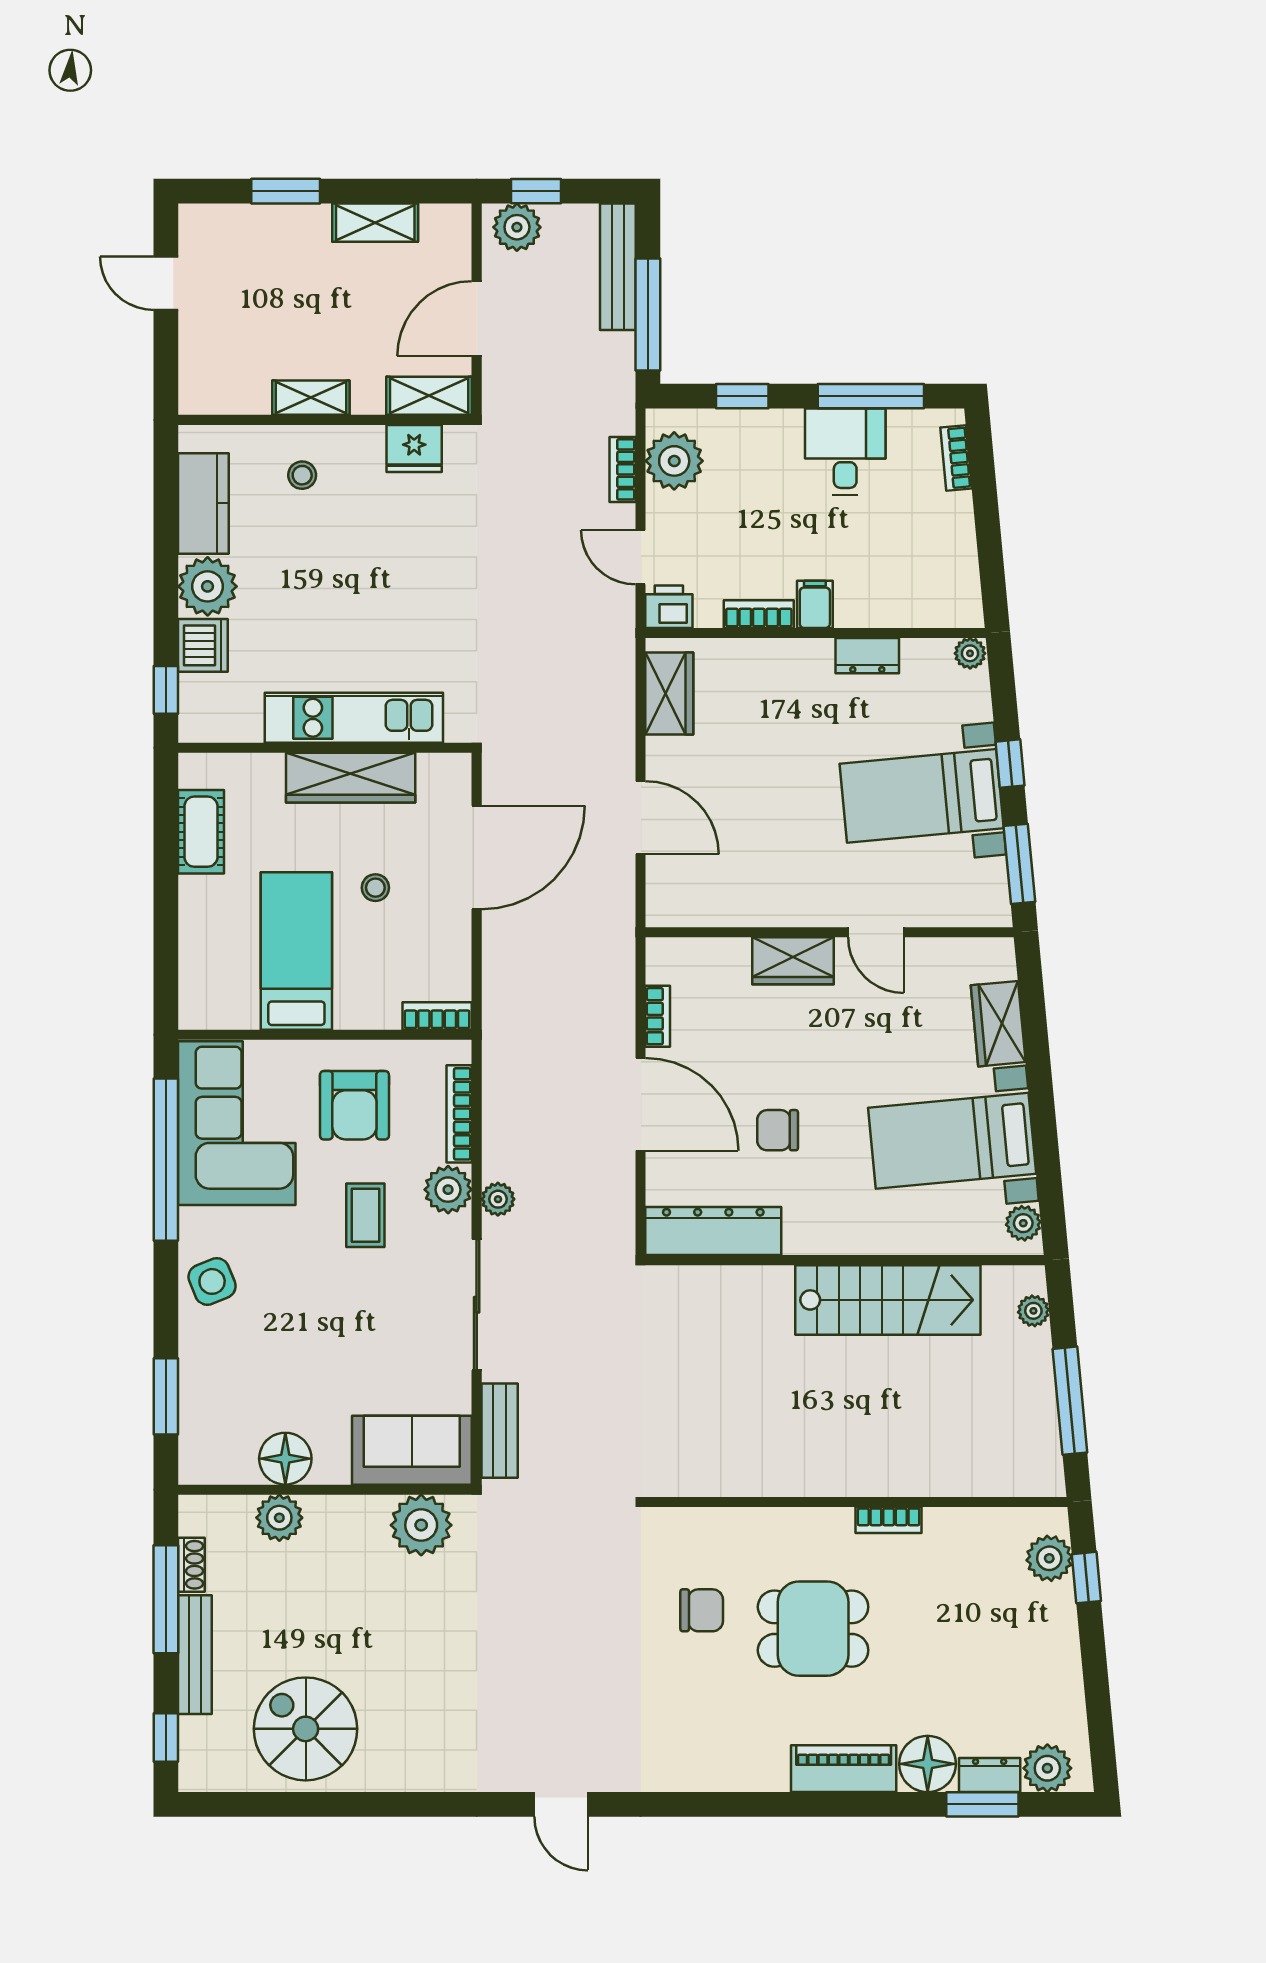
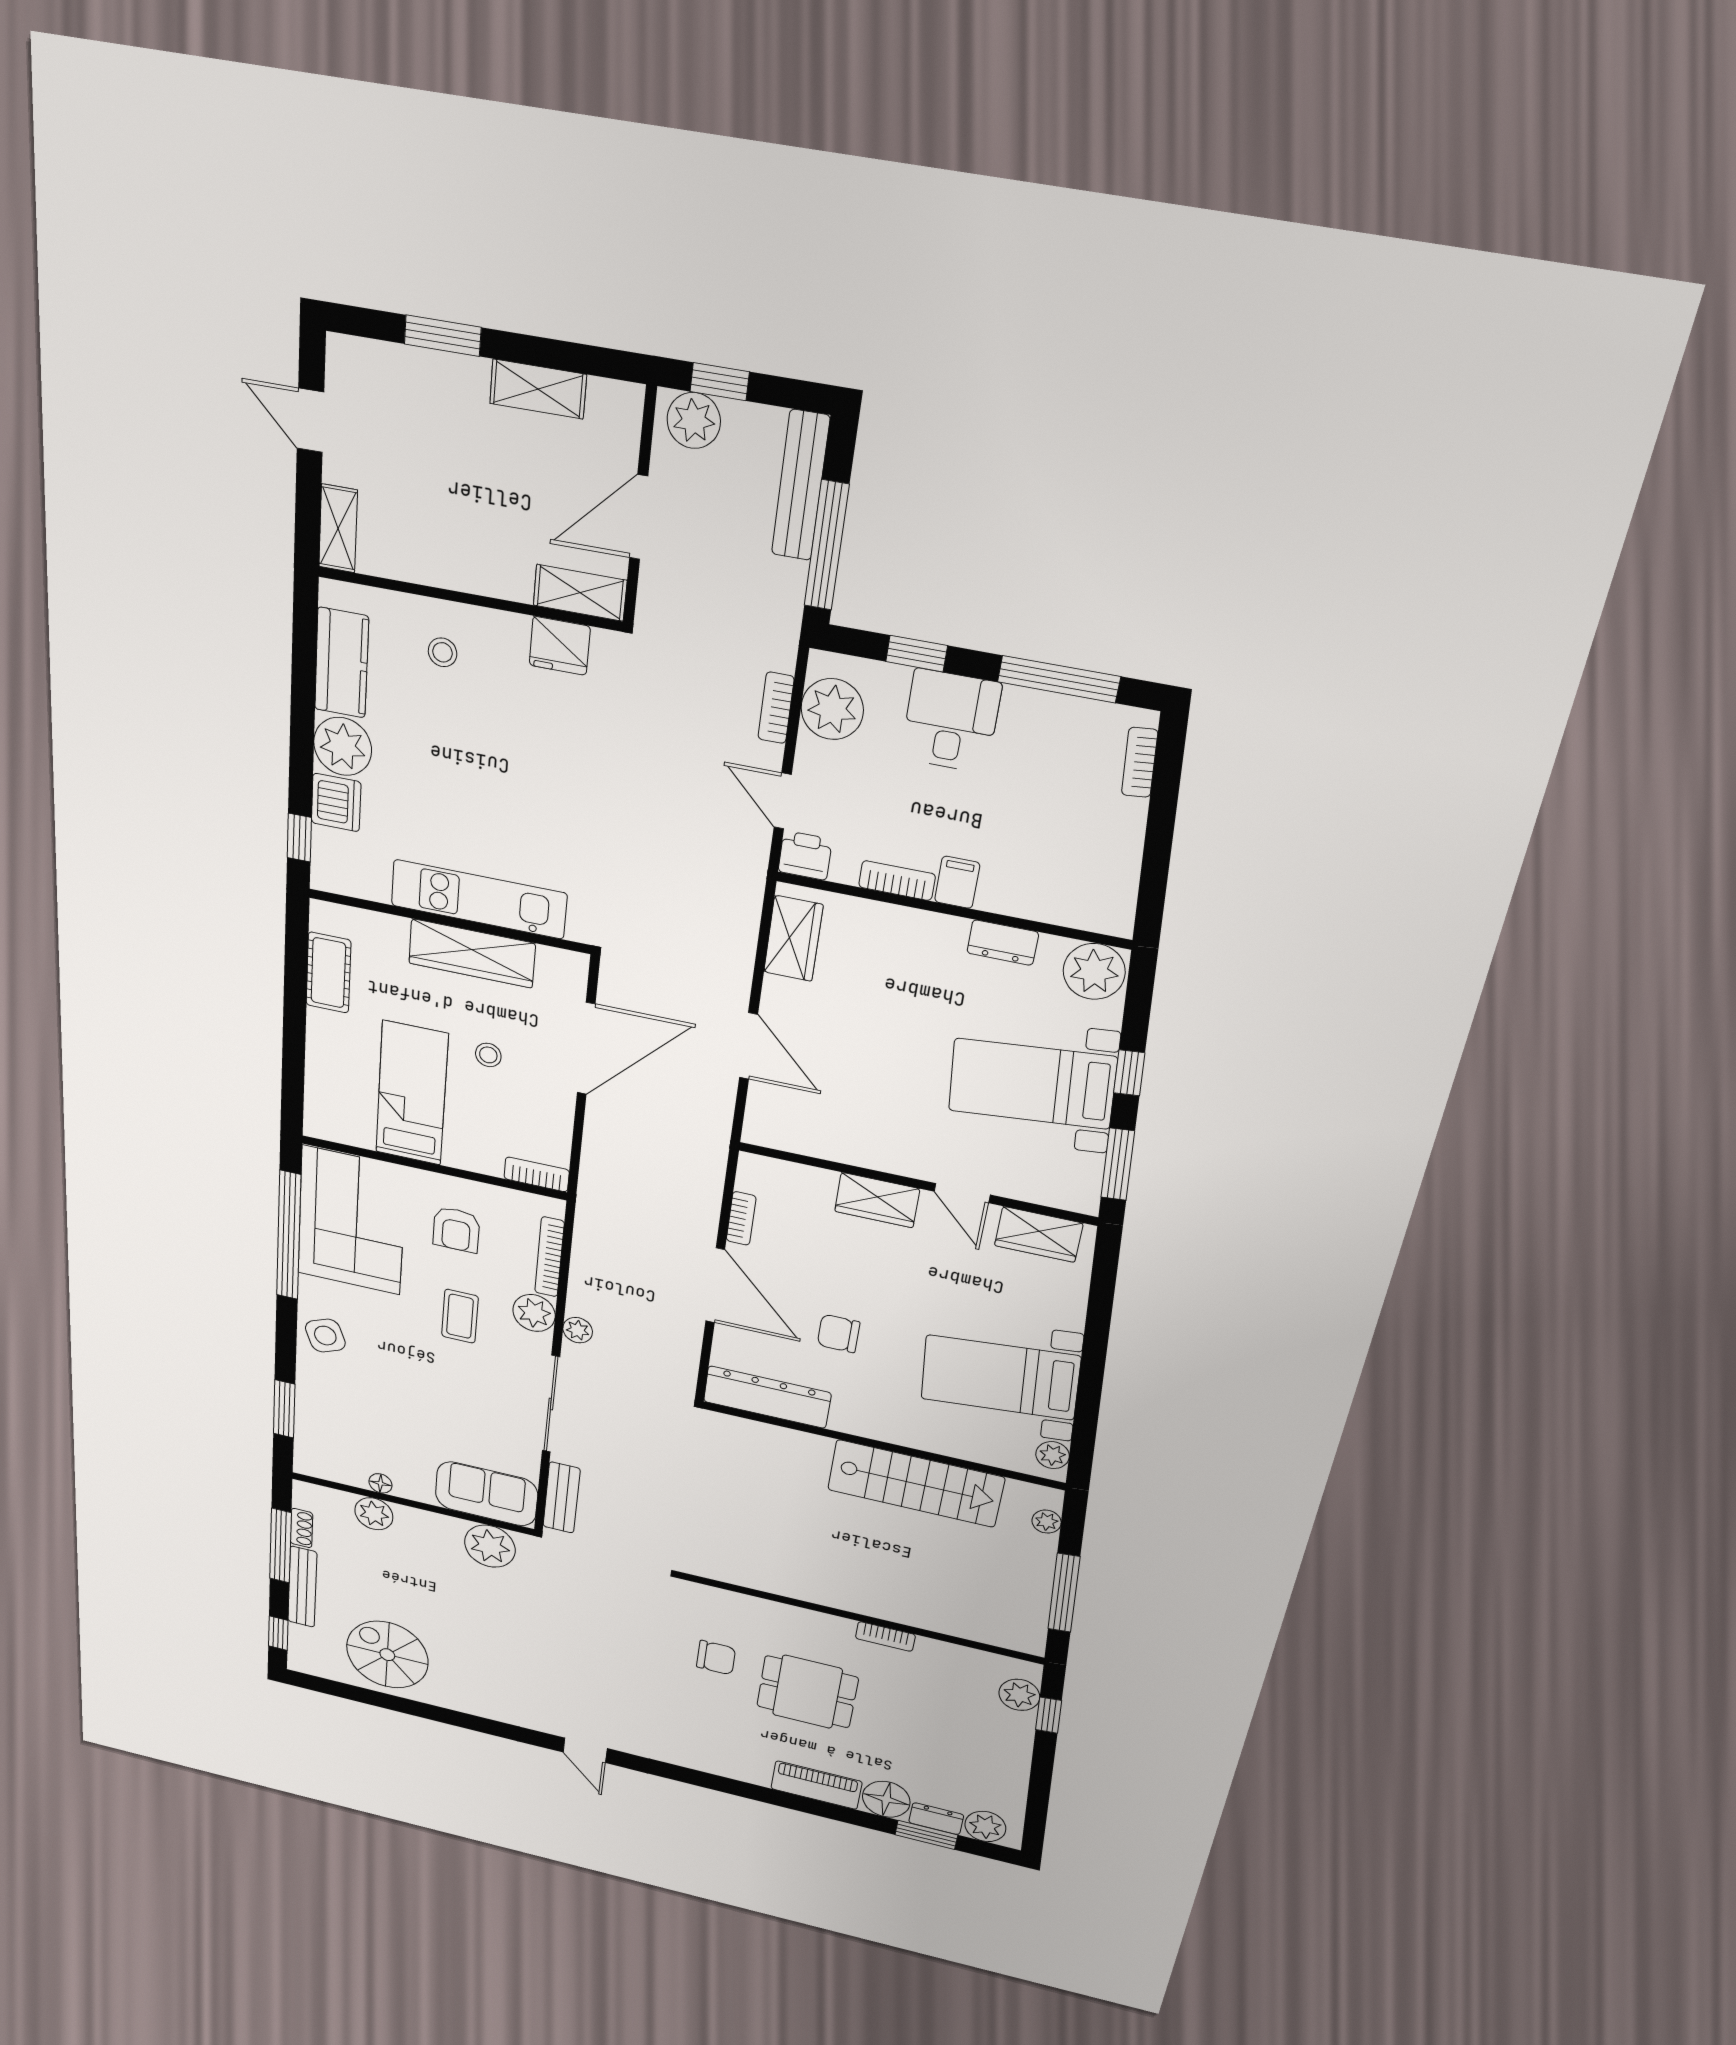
shelving: (311, 398) -> (338, 528), moved, turned 90
desk: (845, 452) -> (951, 721), moved
plant: (970, 653) -> (1094, 971), width x1.87, depth x1.87
wardrobe: (998, 1024) -> (1039, 1234), moved, turned -85
armchair: (354, 1105) -> (456, 1230), width x0.72, depth x0.72
floor lamp: (285, 1459) -> (380, 1483), width x0.53, depth x0.53

